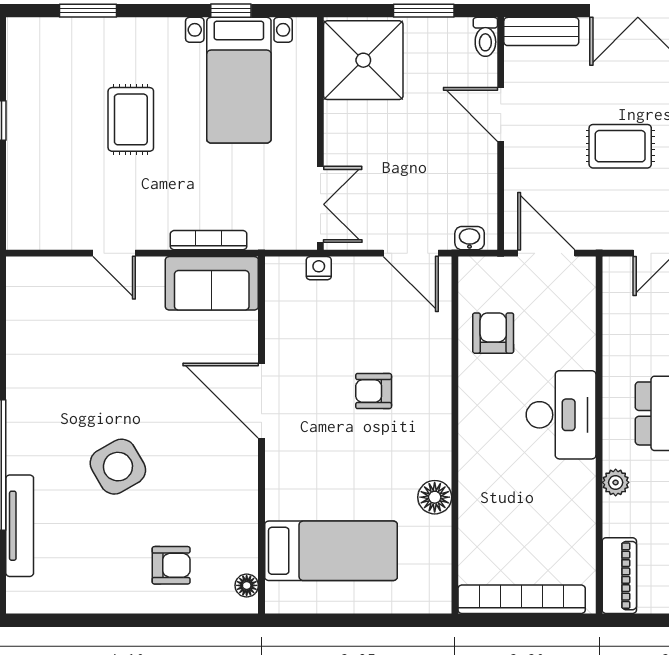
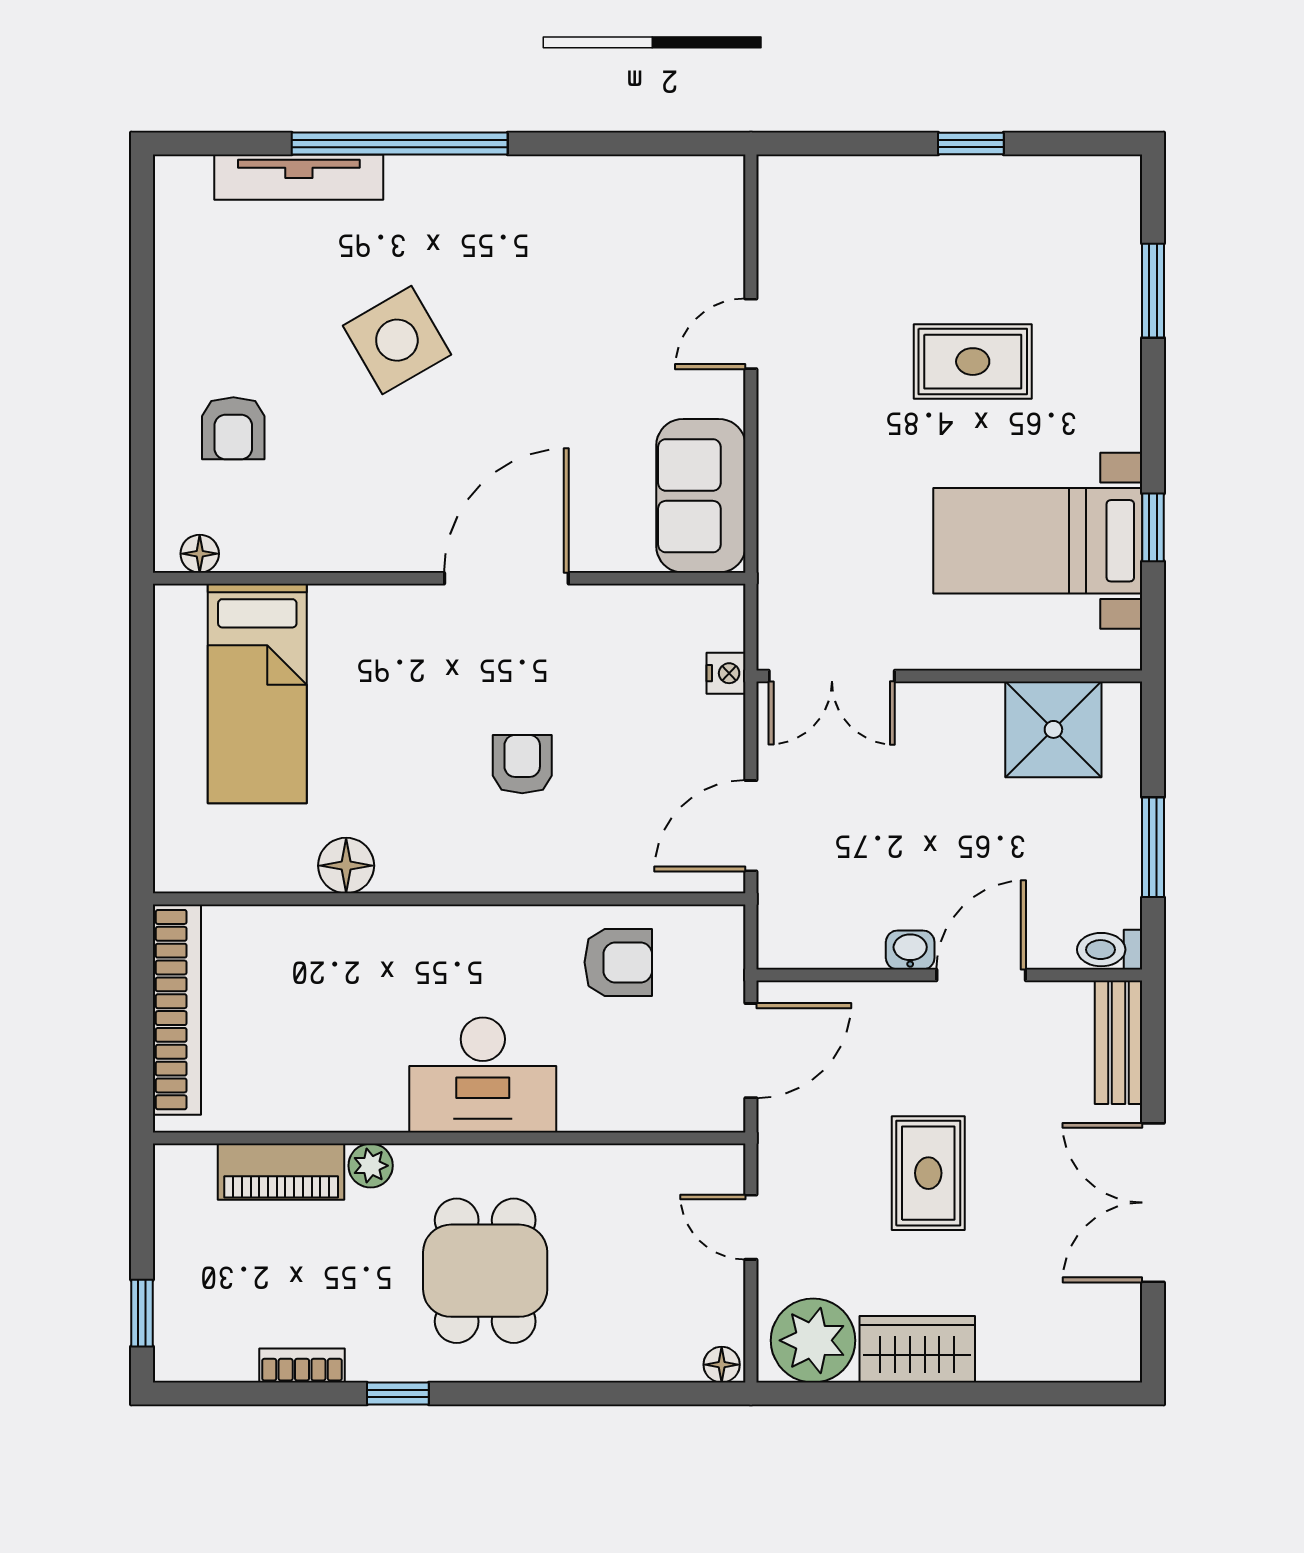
shower: (363, 60) -> (1053, 729), width x0.73, depth x0.73
washbasin: (470, 238) -> (910, 950), moved, turned -90
bookcase: (209, 240) -> (773, 490), removed
piano: (619, 576) -> (281, 1172), moved

